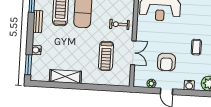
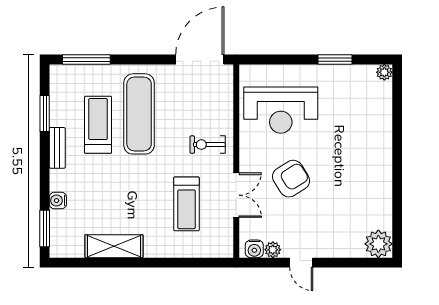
coffee table: (196, 47) -> (351, 178), removed
armchair: (166, 62) -> (291, 179), moved, turned -122
water cooler: (189, 85) -> (254, 249), moved

